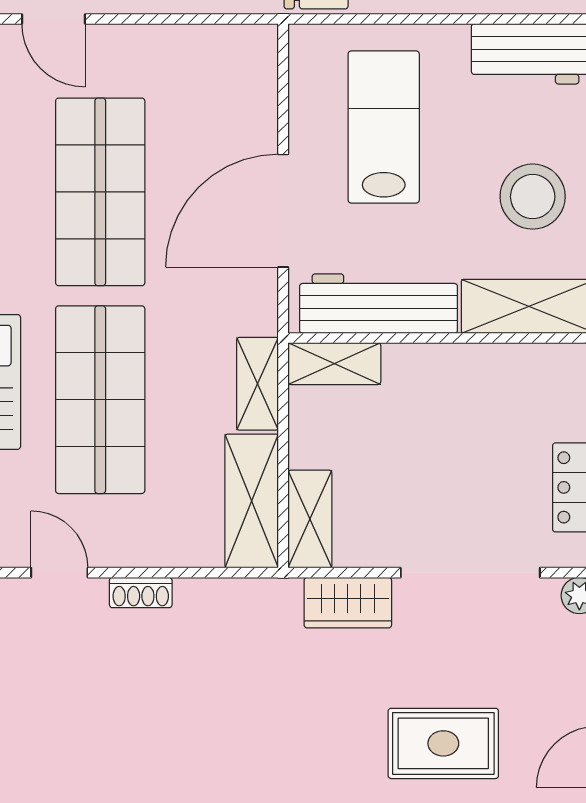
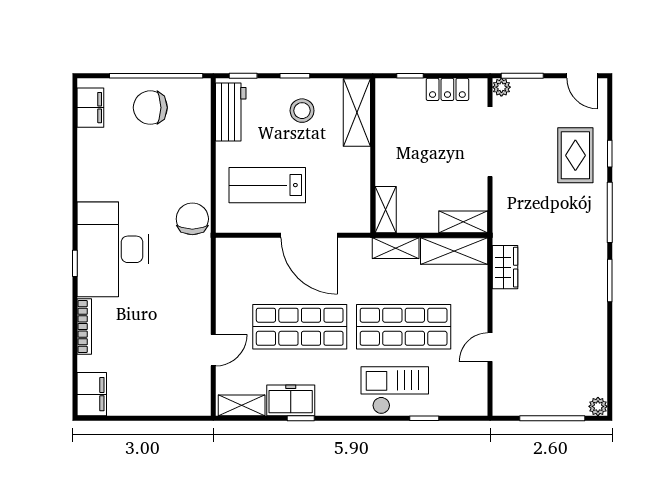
stool: (533, 197) -> (302, 111), width x0.73, depth x0.73
workbench: (379, 304) -> (356, 188), removed
shoe rack: (141, 592) -> (500, 306), removed
wardrobe: (348, 603) -> (505, 267), moved

